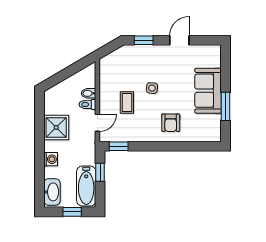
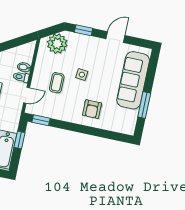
plant: (119, 61) -> (57, 44), added
sofa: (208, 91) -> (133, 80), width x1.36

